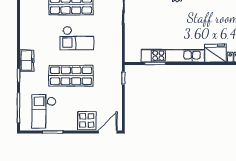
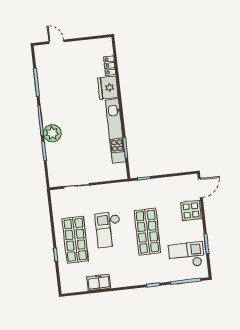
checkout: (77, 38) -> (108, 230), turned 180
freezer: (27, 61) -> (99, 282), moved
checkout: (44, 111) -> (186, 255), turned 180
door: (108, 132) -> (200, 188), swing flipped

